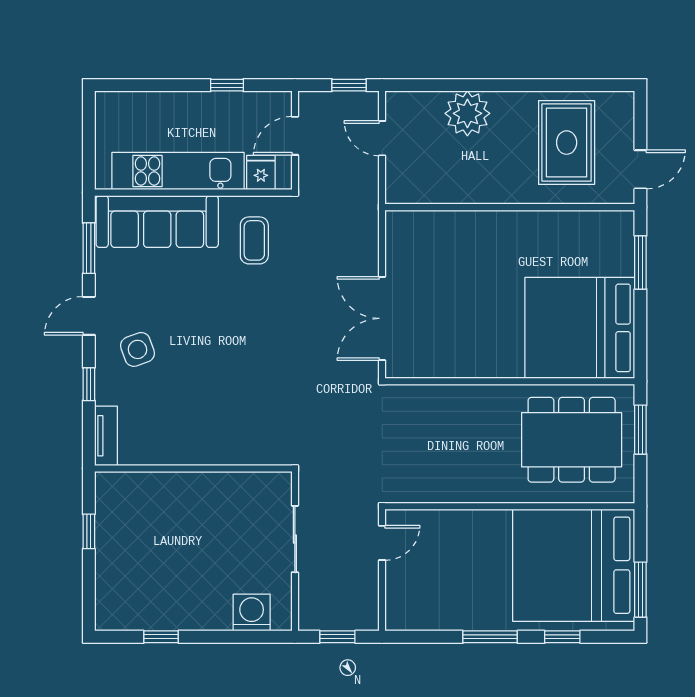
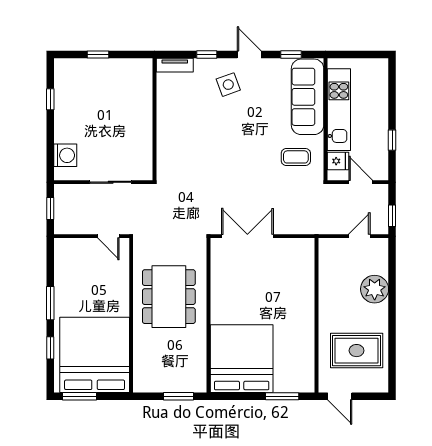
window: (89, 248) -> (291, 54), width x0.67
dining table: (572, 440) -> (169, 297), moved
window: (89, 531) -> (98, 54), moved

